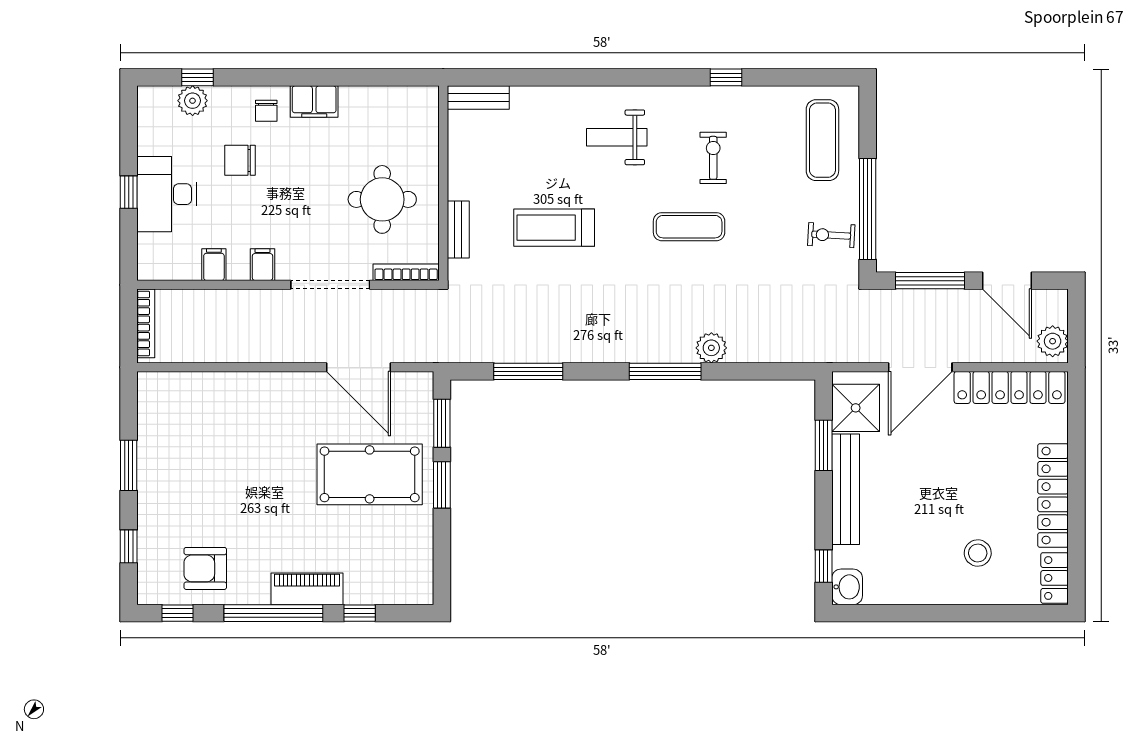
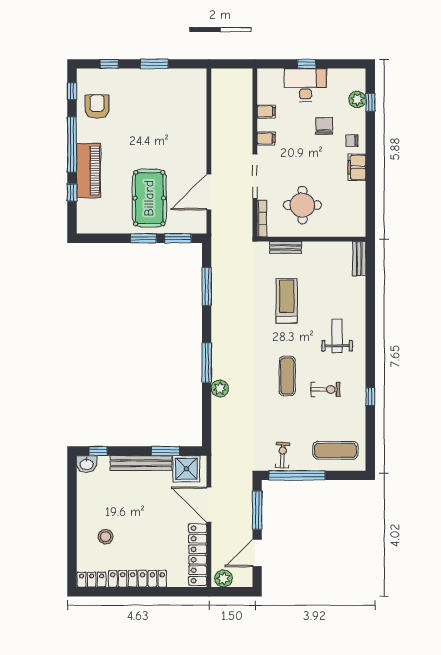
bookcase: (146, 323) -> (233, 73), removed
piano: (307, 589) -> (88, 171), width x1.37, depth x1.33

